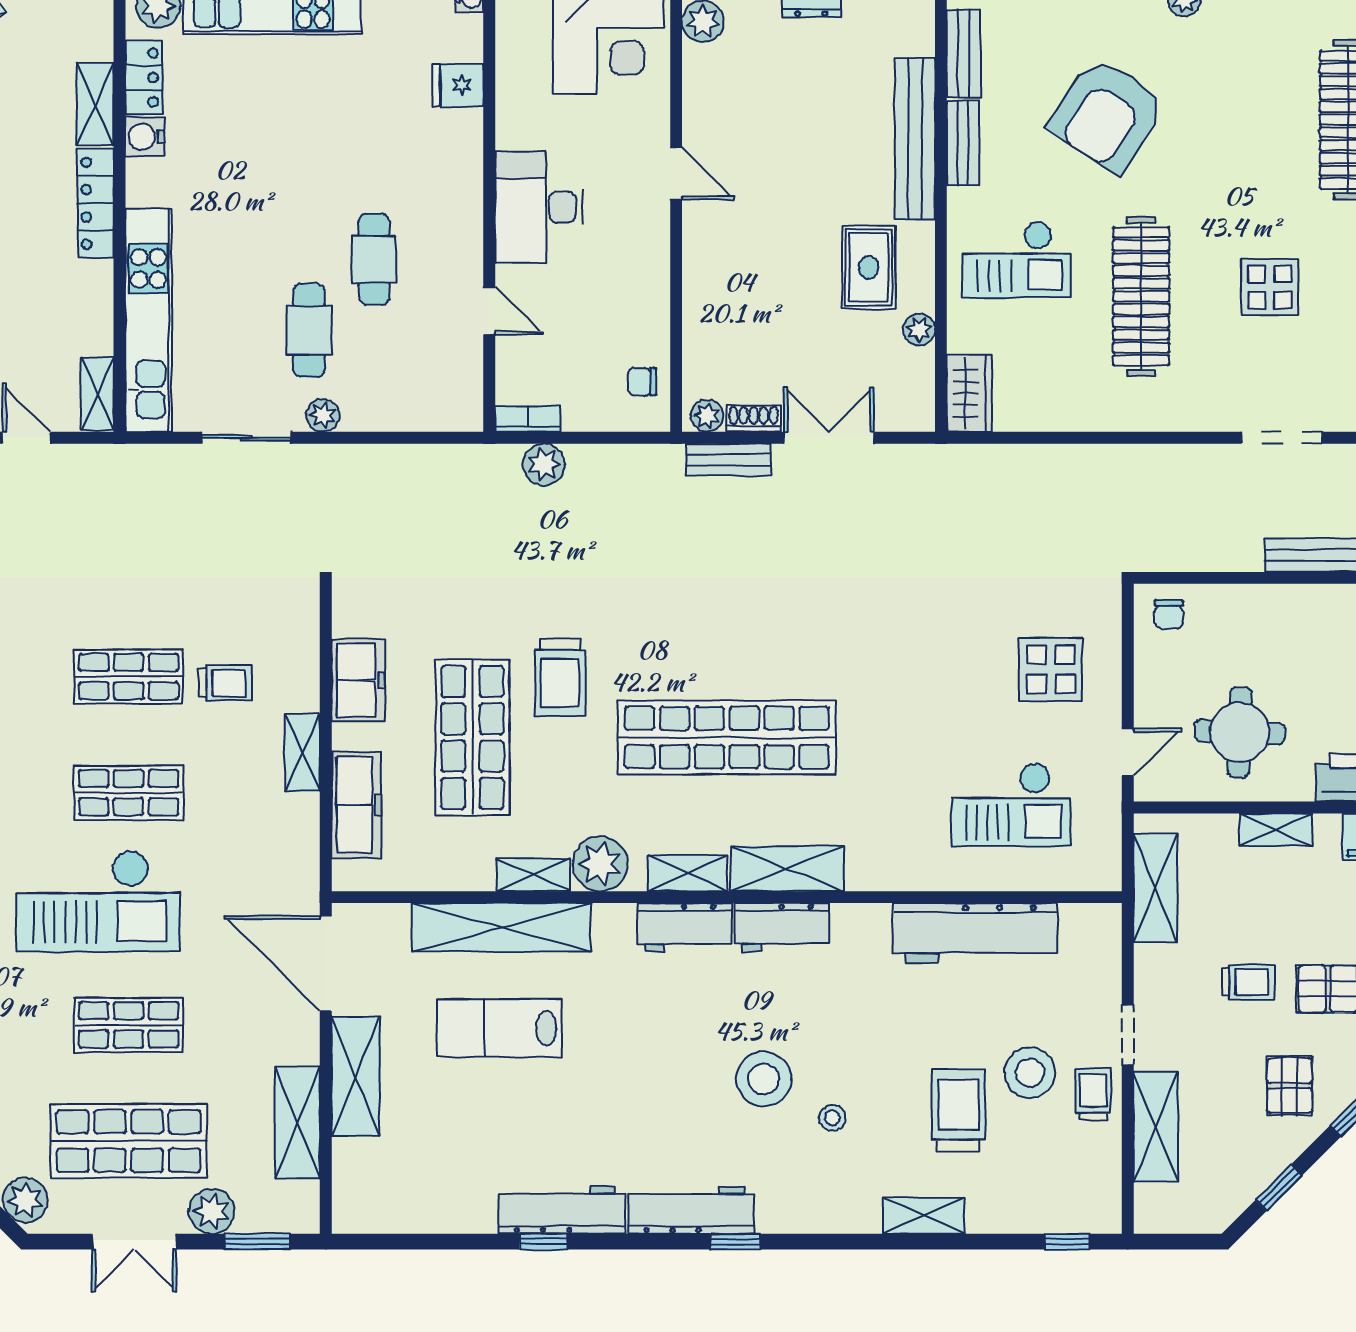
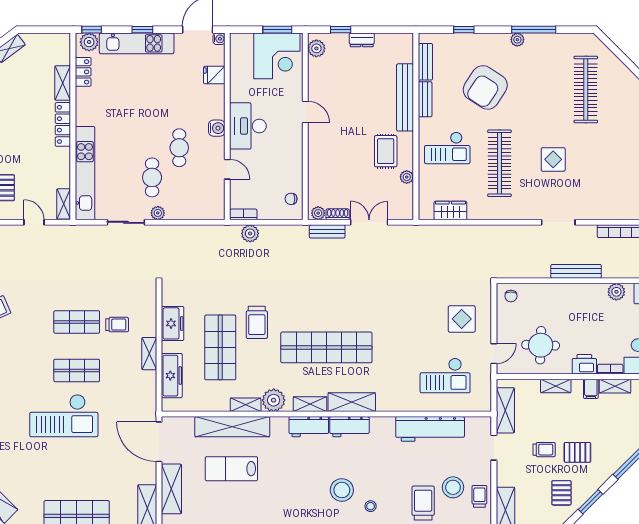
water cooler: (145, 137) -> (217, 128), moved, turned 180
wardrobe: (969, 393) -> (450, 210), moved, turned -90
shop shelf: (129, 1025) -> (77, 467), removed
doorway: (1128, 1035) -> (494, 448), moved

